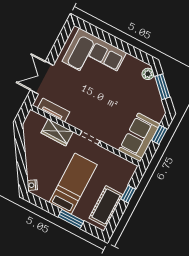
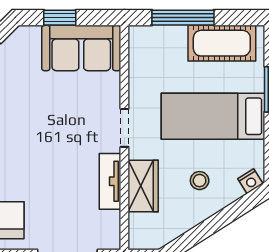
tv unit: (54, 110) -> (110, 181), moved
stool: (45, 161) -> (200, 181), added
window: (128, 194) -> (183, 18), width x2.17

